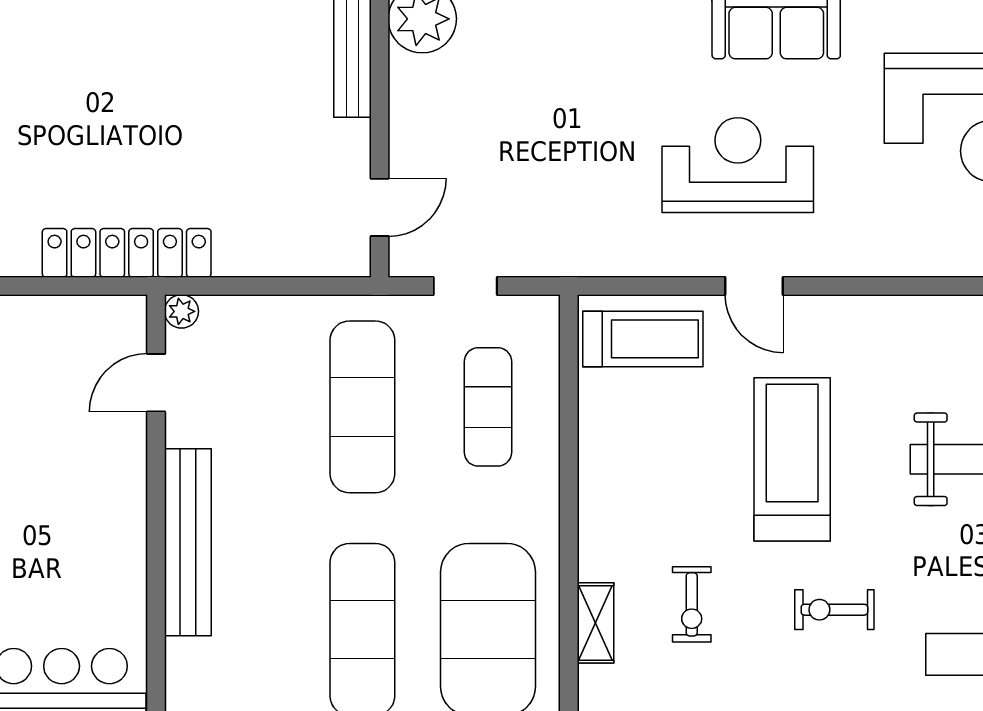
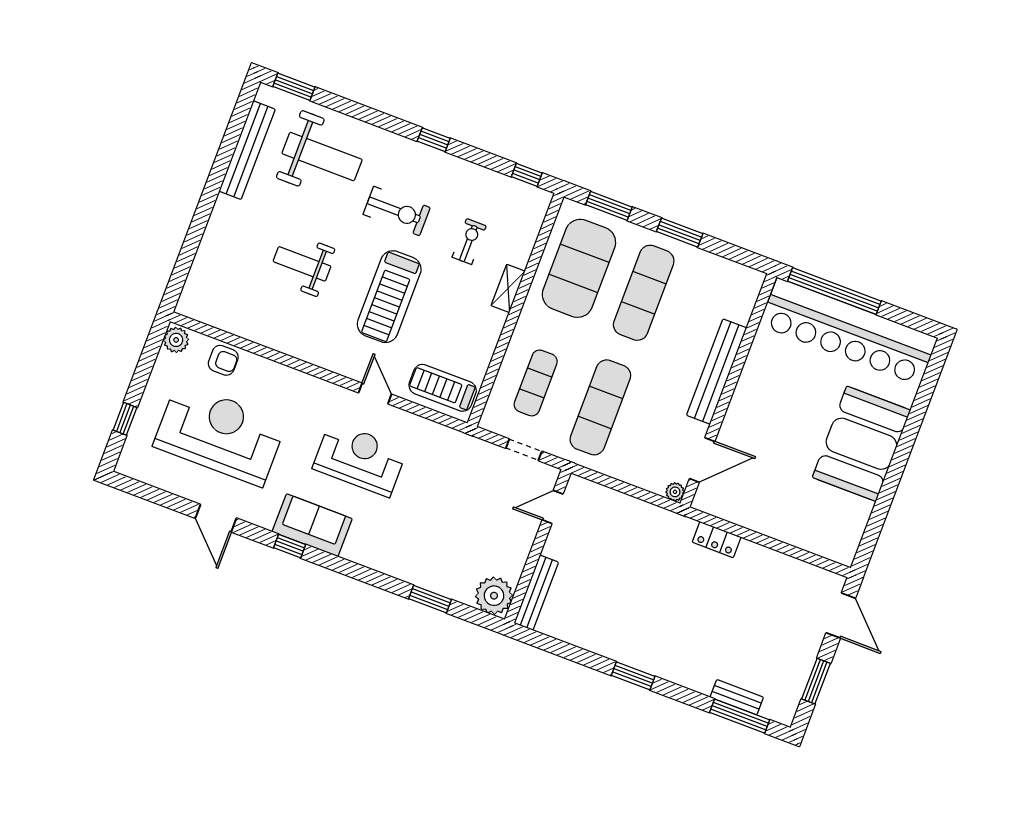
reception desk: (738, 165) -> (360, 459), turned 180
locker: (127, 253) -> (717, 540), width x0.46, depth x0.83
door: (156, 383) -> (702, 460), width x1.38
exercise bike: (834, 610) -> (397, 211), width x1.38, depth x1.39
shelving: (596, 623) -> (508, 288), moved

